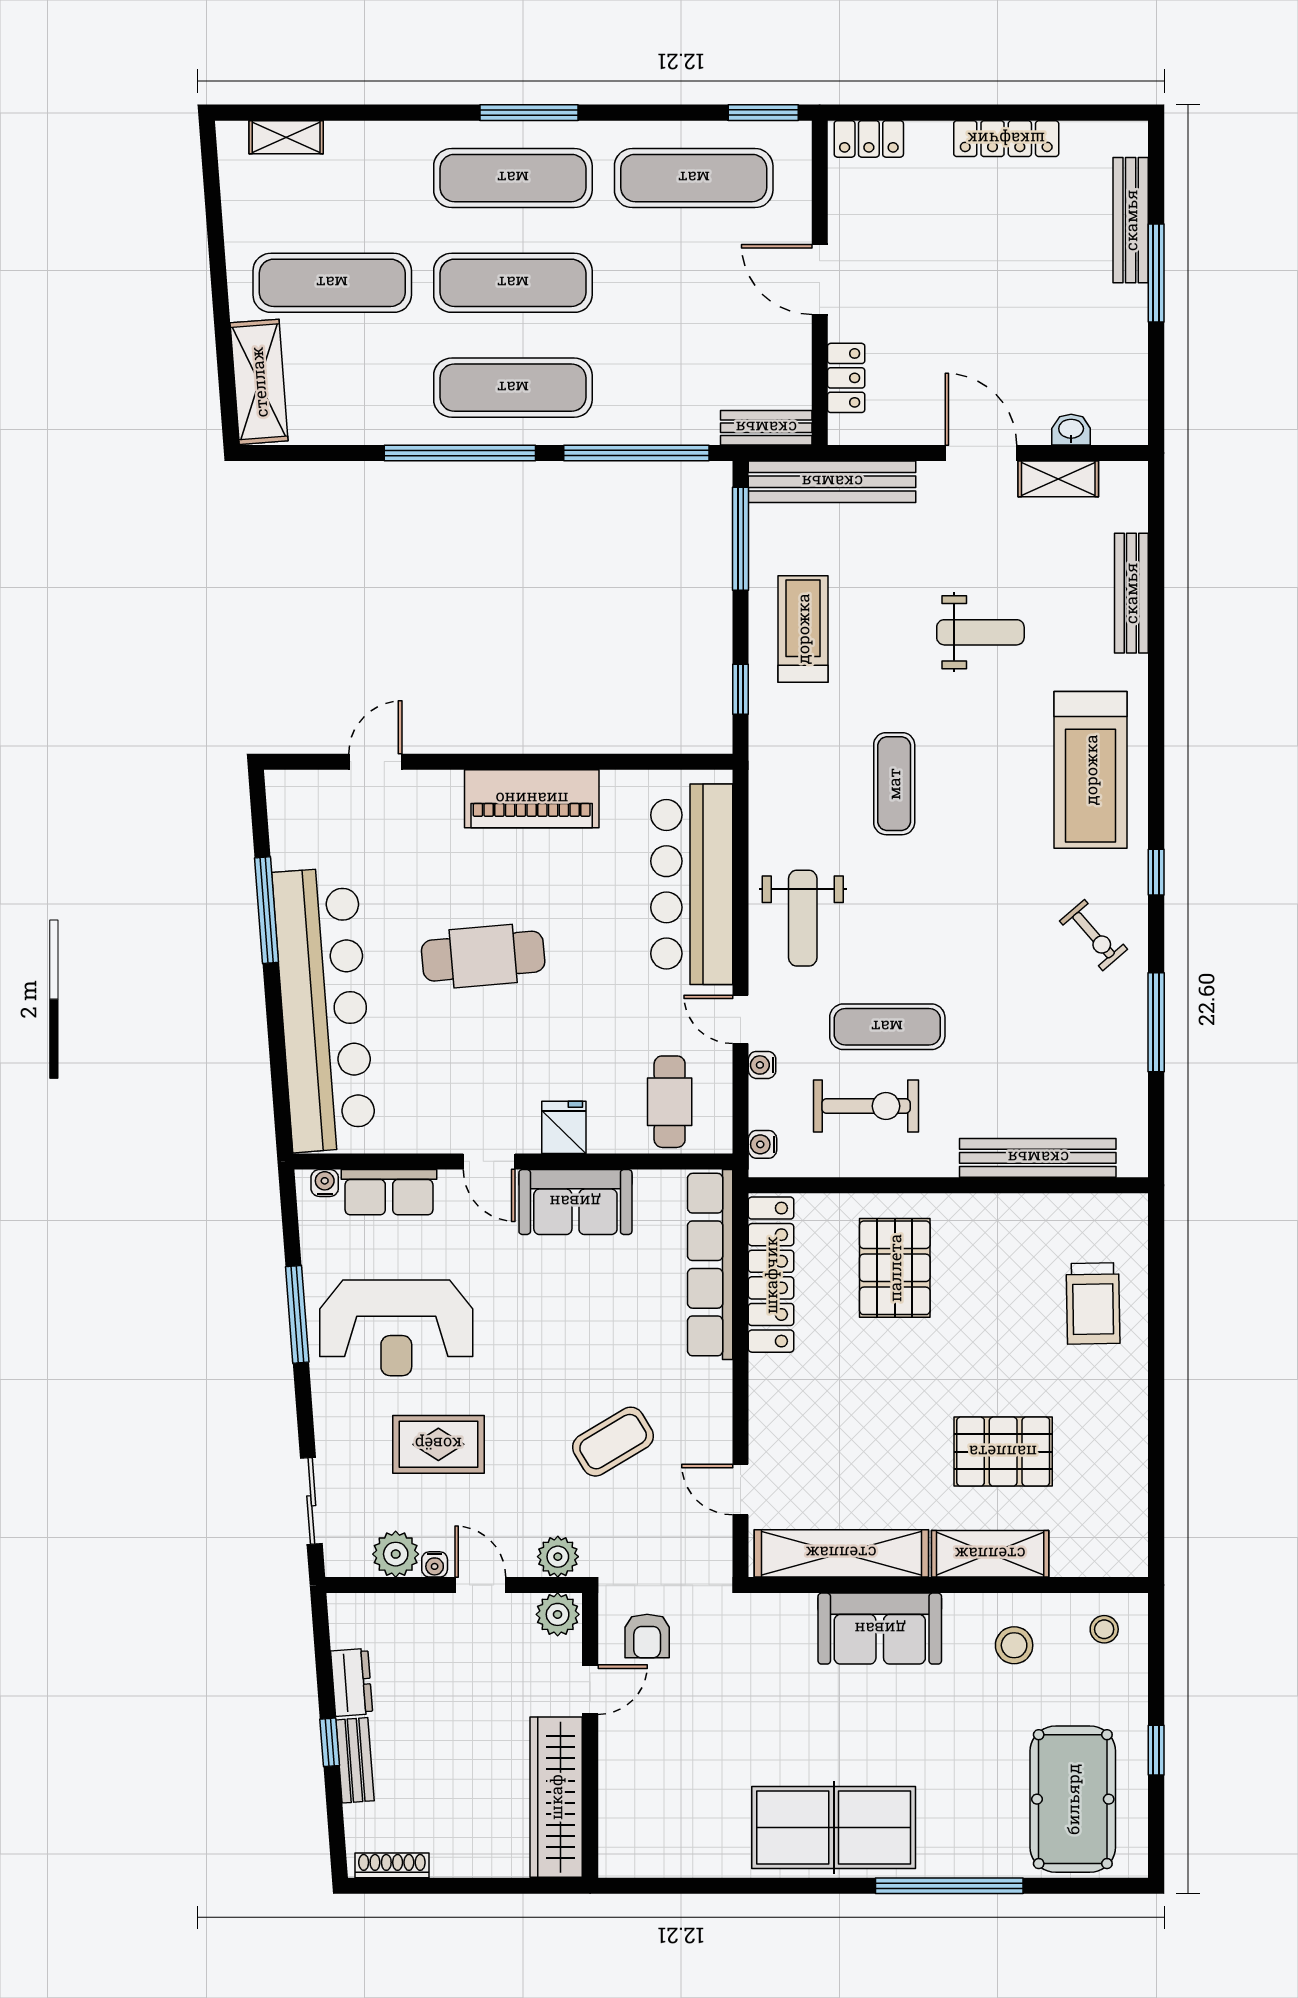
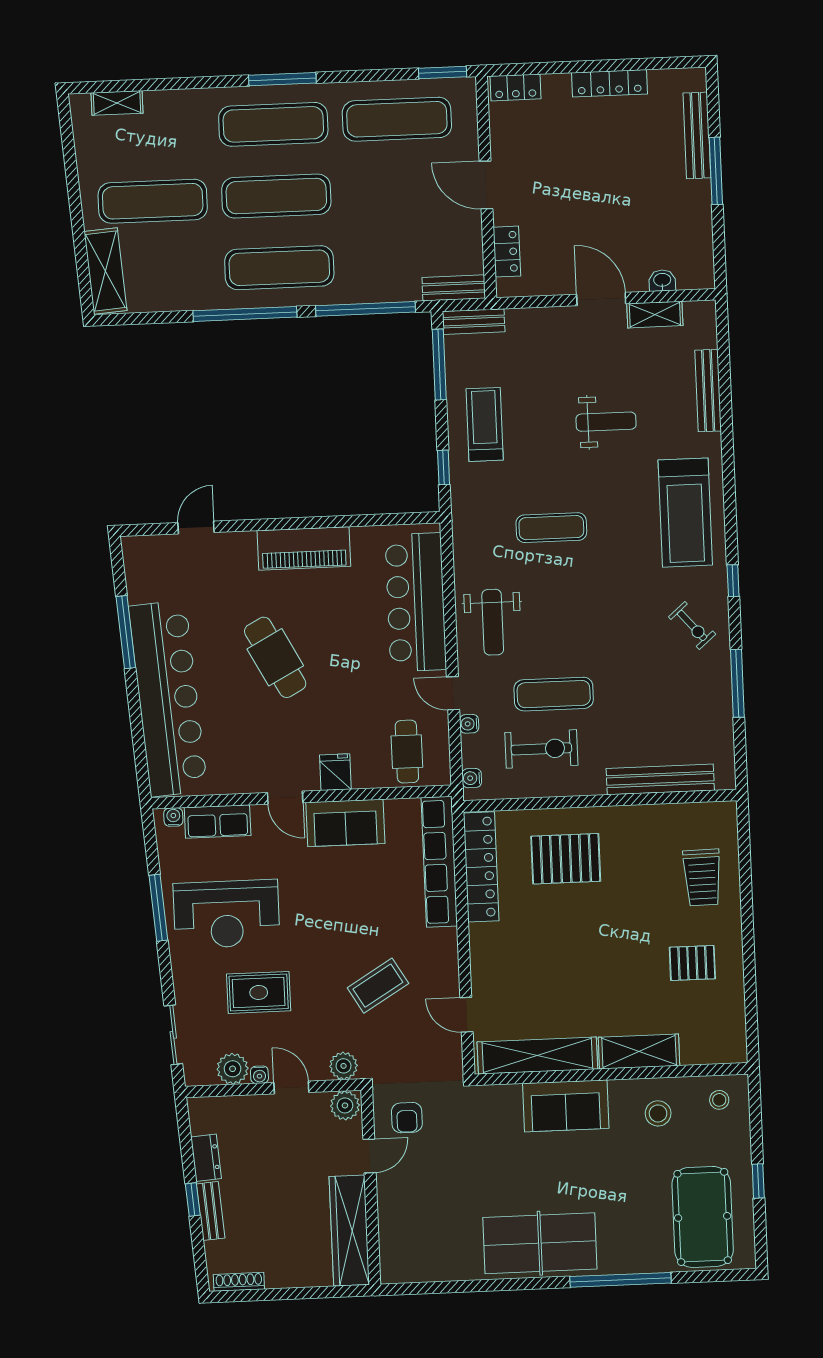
bench: (832, 482) -> (474, 322), width x0.54, depth x0.82
exercise mat: (894, 784) -> (551, 528), turned 90
cafe table: (483, 956) -> (275, 657), turned 67
pallet: (895, 1268) -> (566, 859), turned 90
pallet: (1003, 1452) -> (692, 963), moved, width x0.67, depth x0.71

